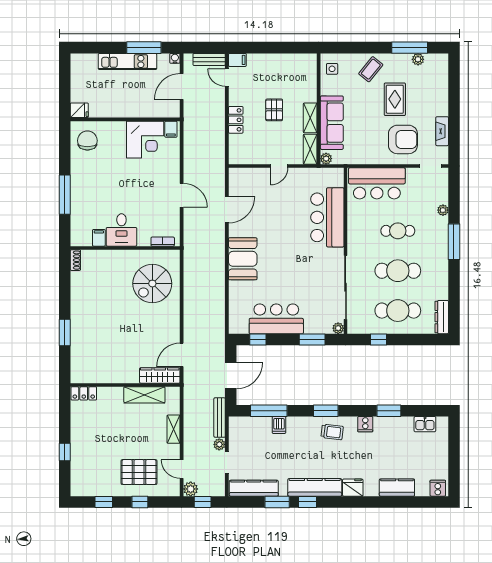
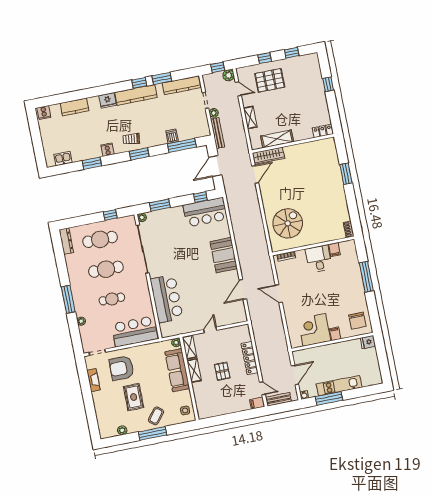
window: (410, 48) -> (153, 433), moved
locker: (236, 120) -> (250, 358), width x1.53
filing cabinet: (171, 129) -> (335, 334), moved
bar counter: (276, 319) -> (205, 212), moved

